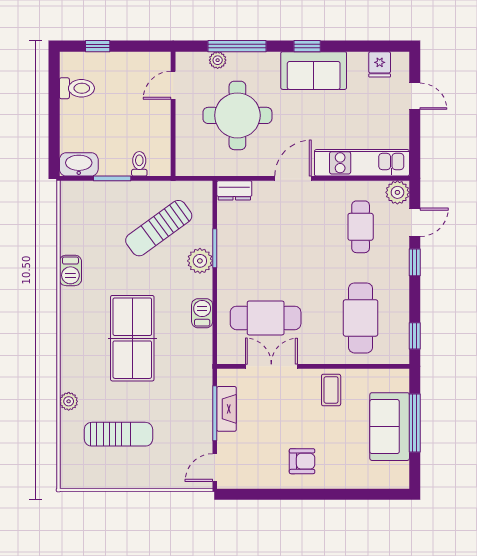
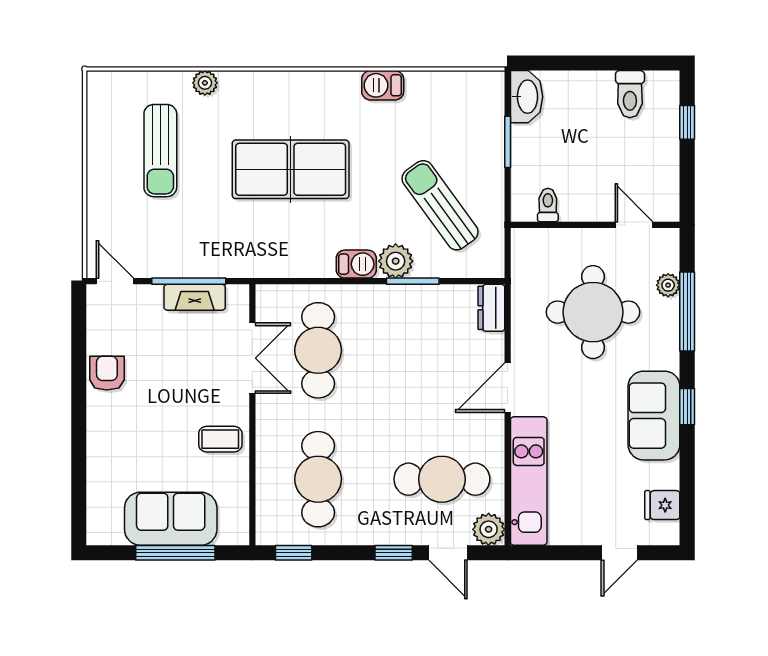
toilet: (139, 164) -> (548, 205), moved, turned -90
door: (293, 178) -> (508, 388), swing flipped
cafe table: (361, 227) -> (442, 479), width x1.37, depth x1.35
barbecue: (202, 313) -> (356, 264), moved
cafe table: (361, 318) -> (318, 479), turned 90
armchair: (302, 461) -> (107, 373), moved, turned 180

